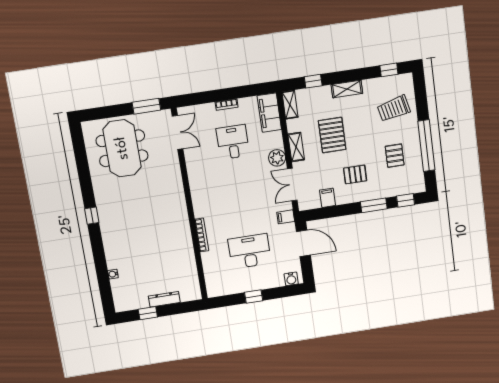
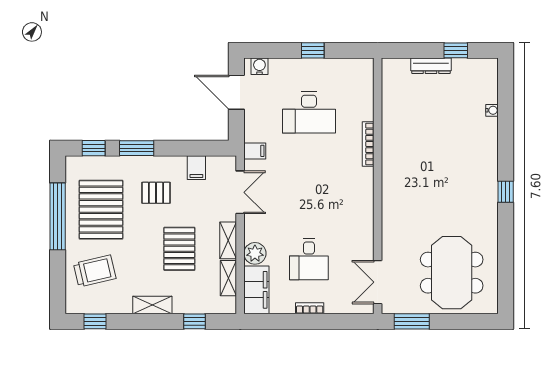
shelving: (290, 105) -> (228, 278), moved
pallet: (395, 156) -> (101, 210), width x2.05, depth x2.00
plant: (277, 158) -> (255, 253), moved
door: (303, 243) -> (236, 92), moved

